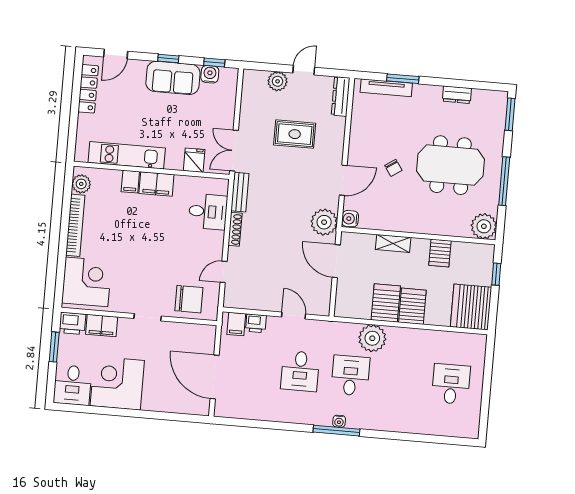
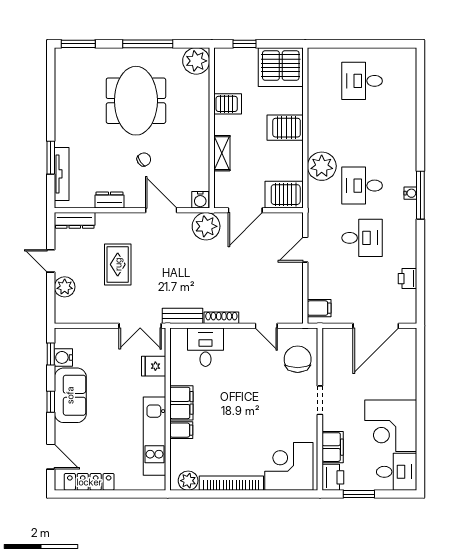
dresser: (457, 95) -> (109, 200), moved, turned -90
server rack: (386, 303) -> (284, 195), moved
printer: (256, 323) -> (408, 279), moved, turned 180

